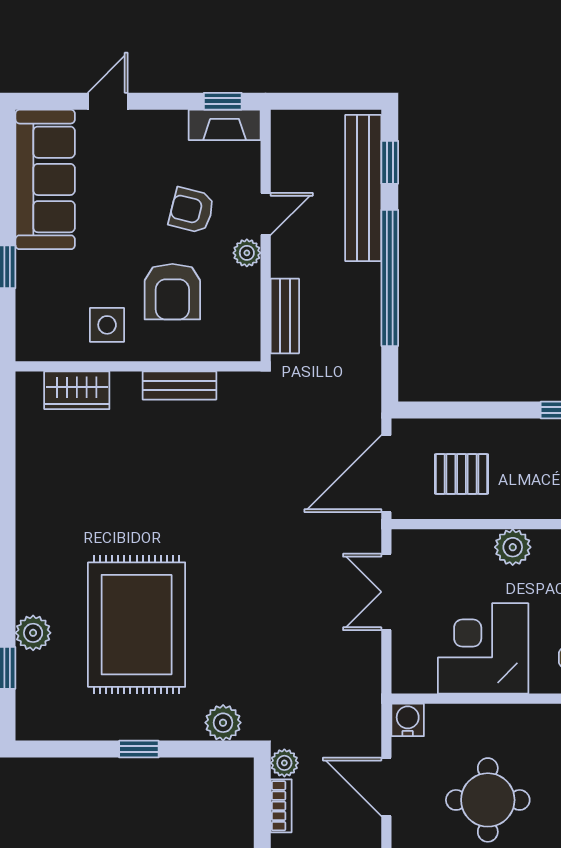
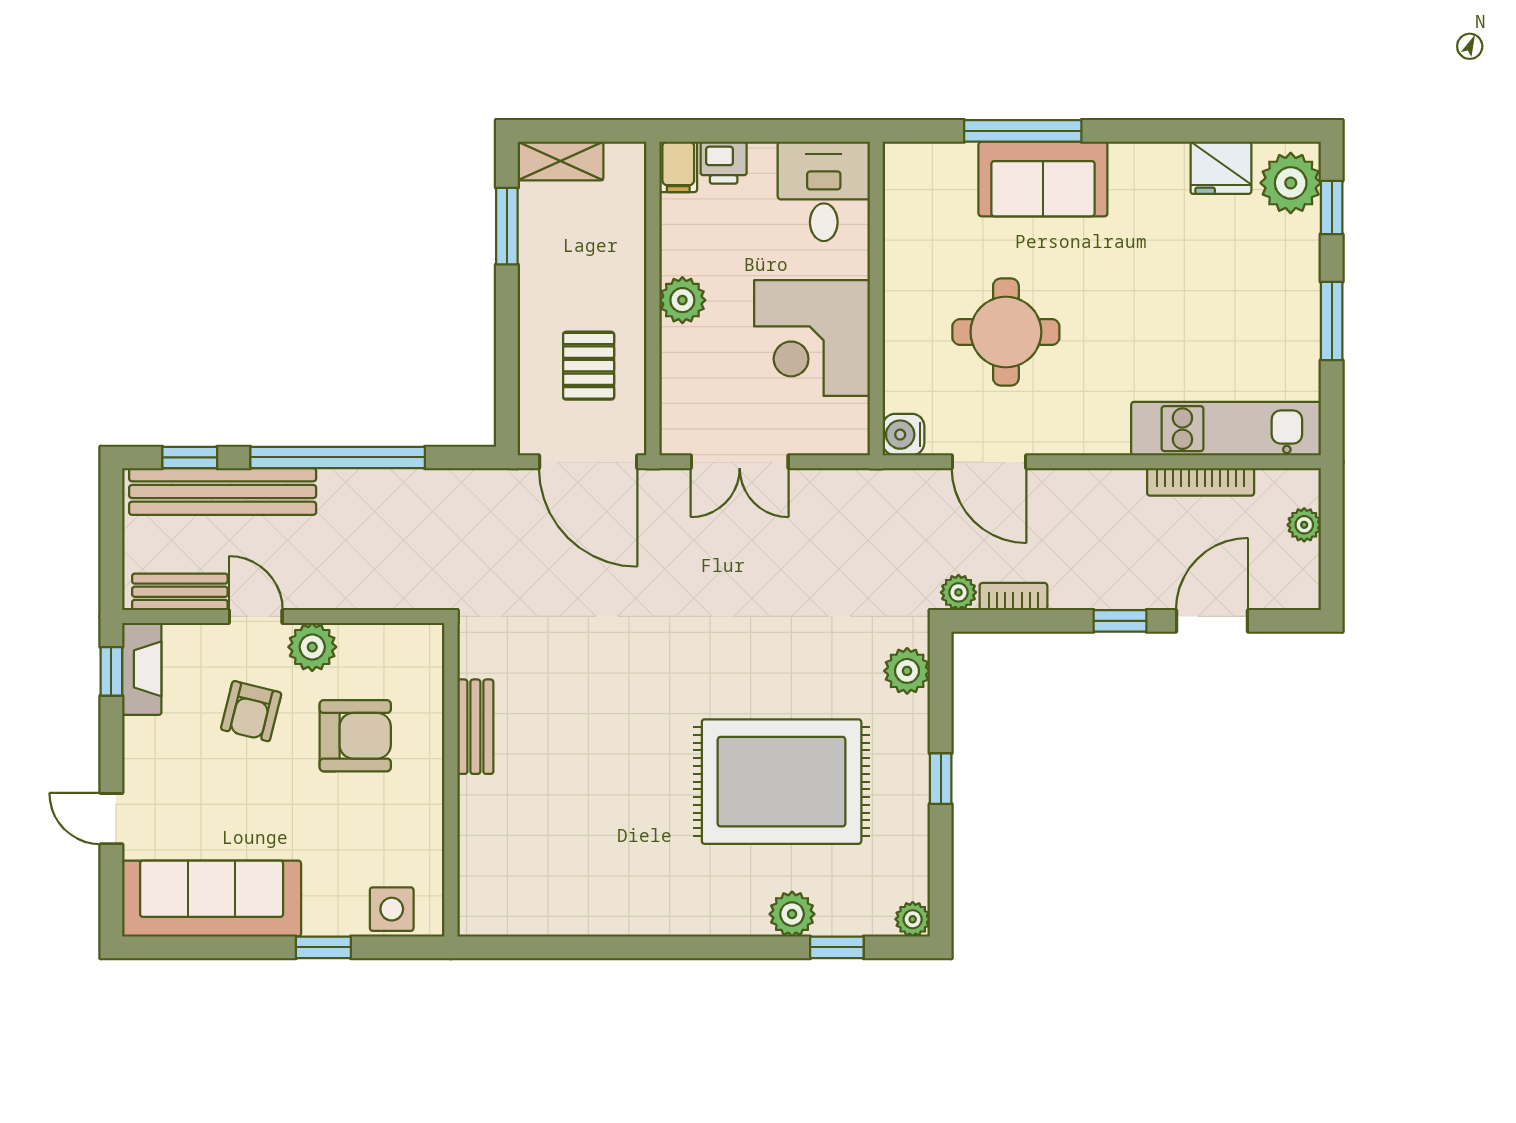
plant: (247, 253) -> (312, 647), width x1.38, depth x1.38
bench: (285, 316) -> (180, 592), moved
side table: (107, 325) -> (392, 909), moved
wardrobe: (77, 390) -> (482, 858), removed
plant: (29, 727) -> (913, 919), added
door: (386, 787) -> (989, 462), hinge flipped

